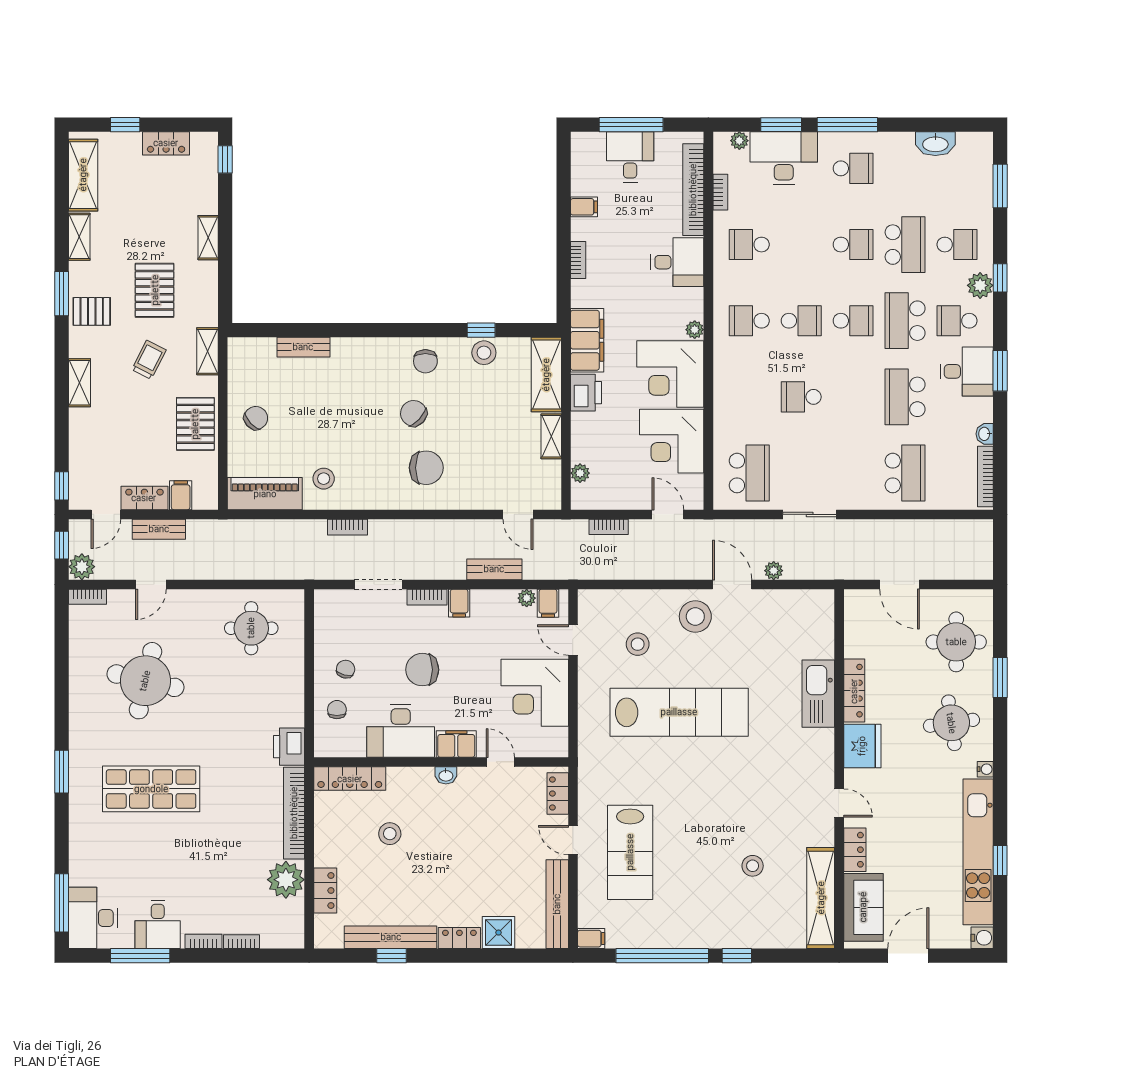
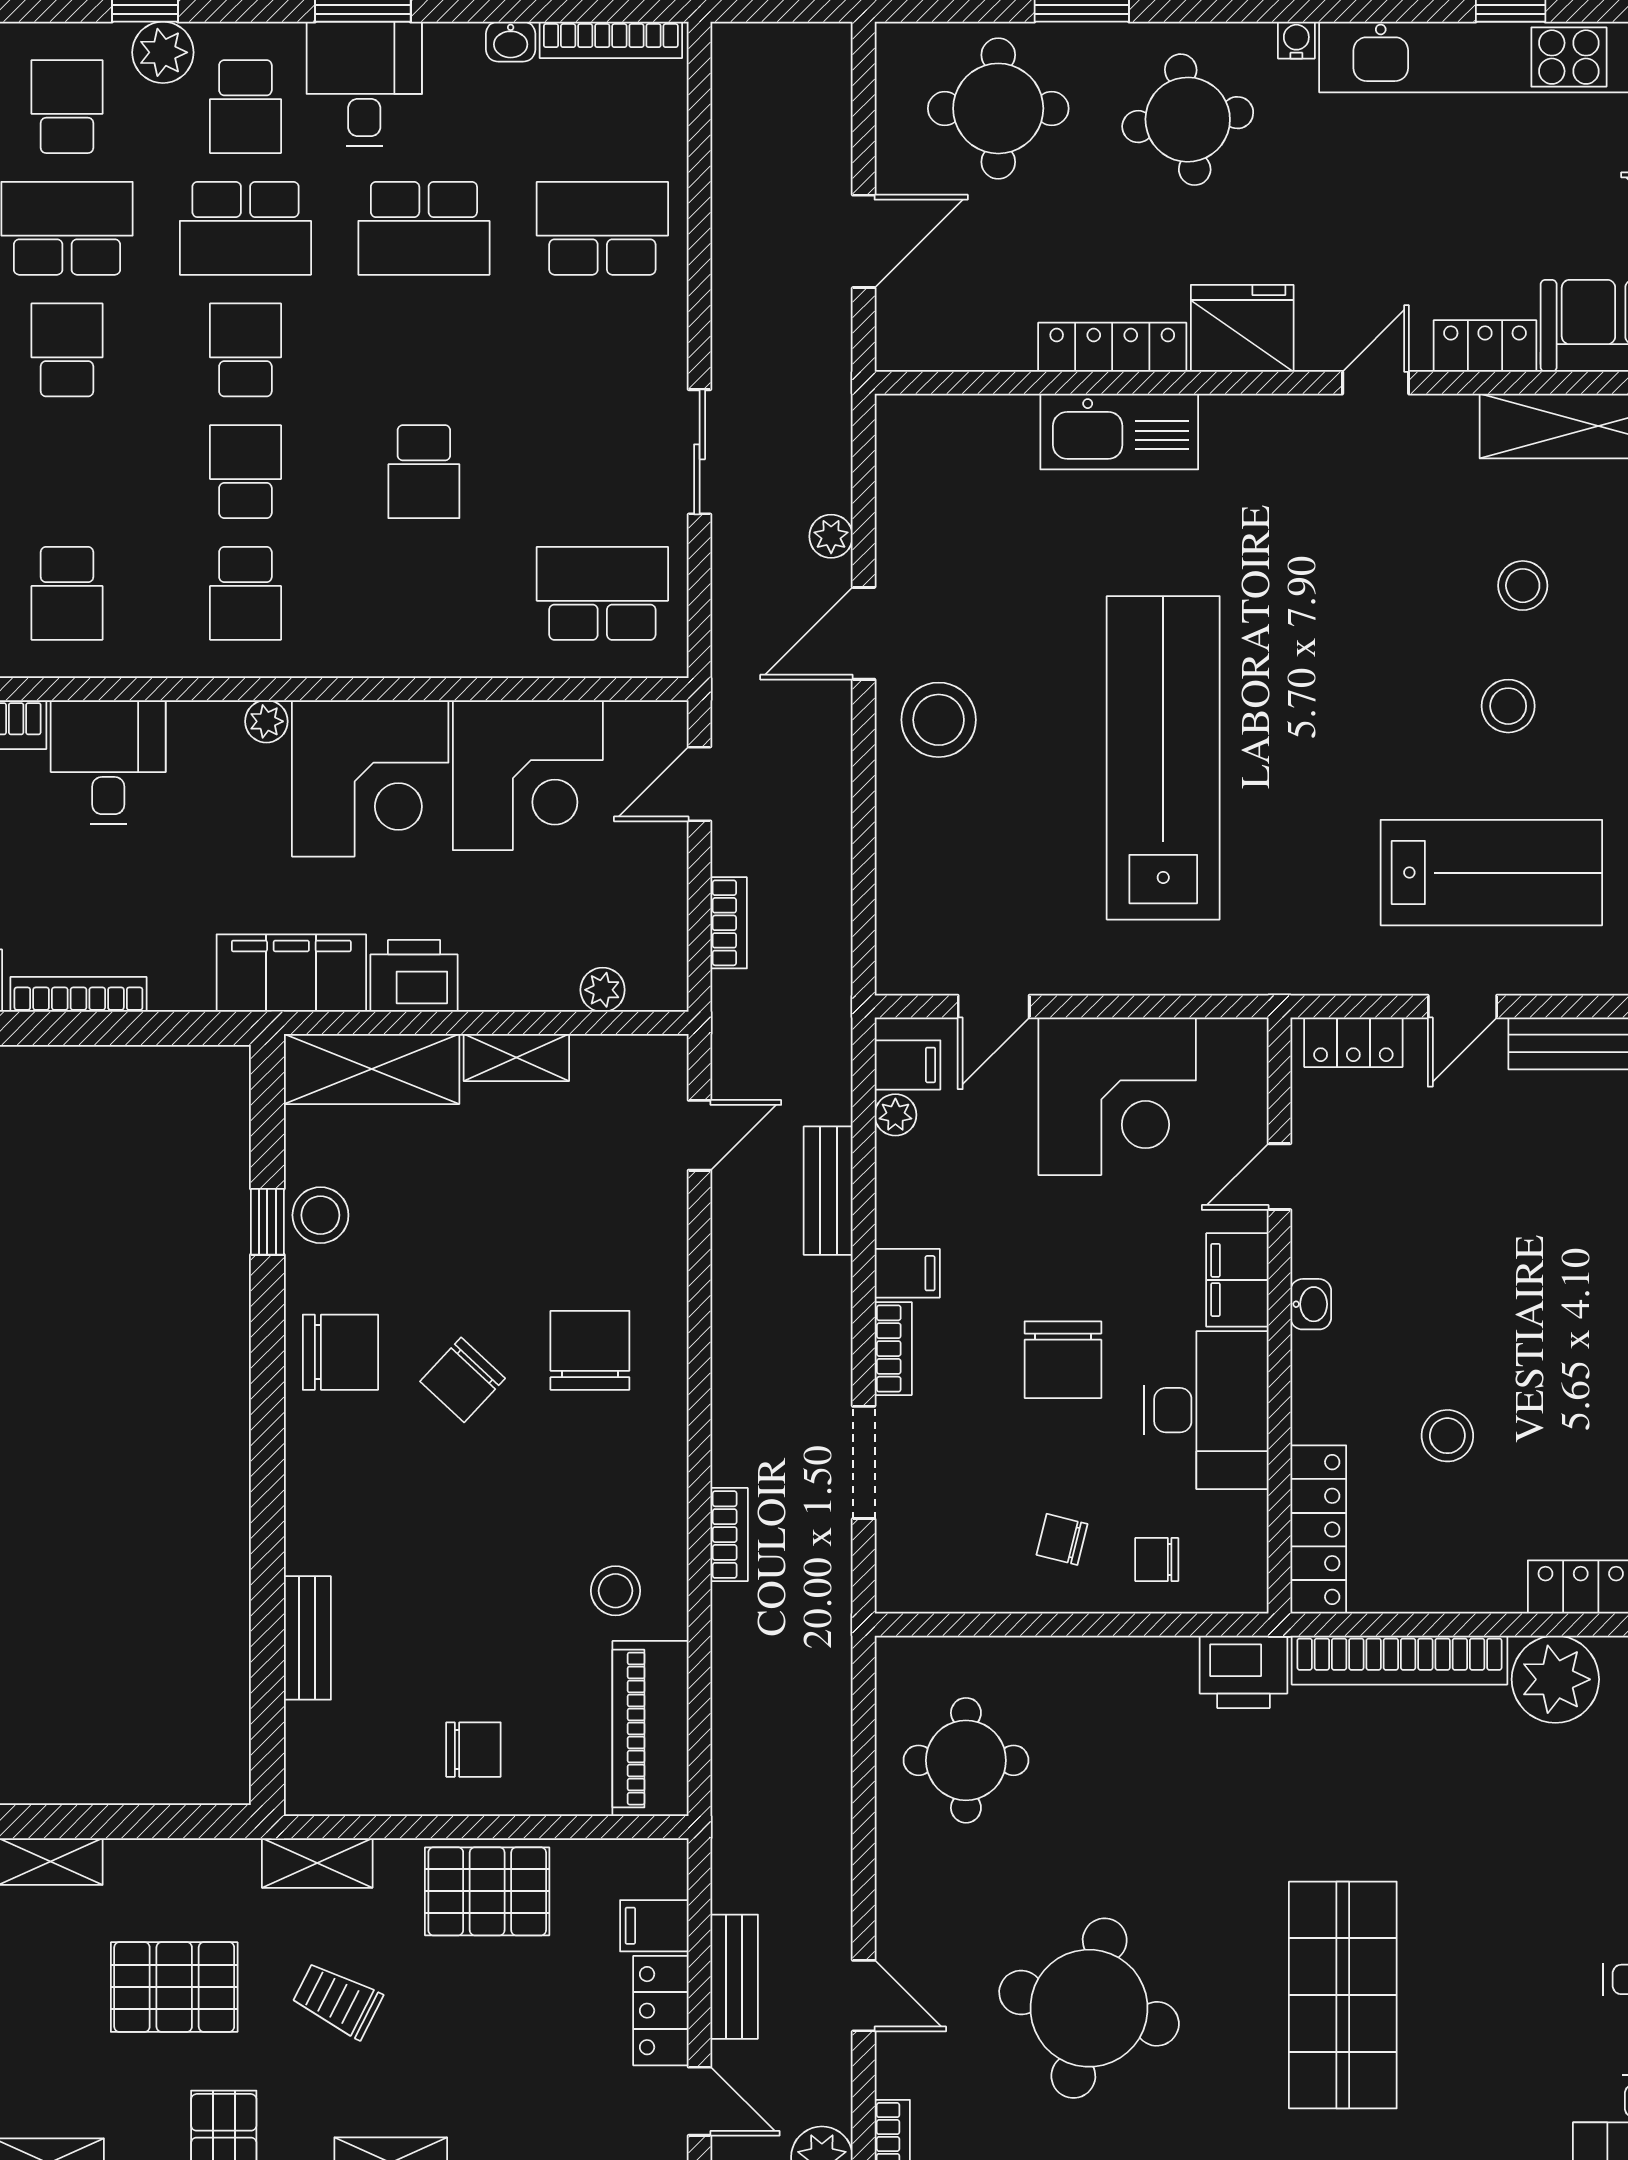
bookcase: (578, 260) -> (78, 994), width x1.56
chair: (425, 361) -> (340, 1352), width x1.37, depth x1.37
chair: (256, 418) -> (473, 1750), turned 133
stool: (638, 644) -> (1508, 706), moved

